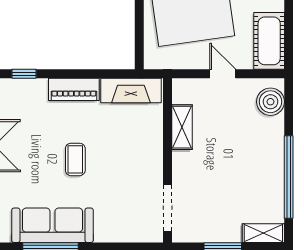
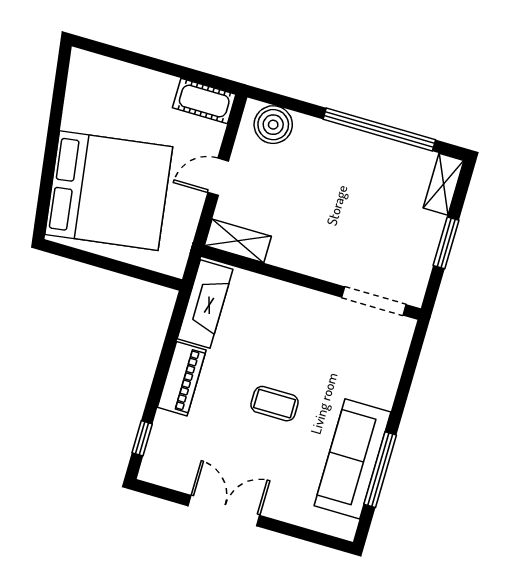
cot: (269, 41) -> (204, 101), width x0.73, depth x0.75
shelving: (182, 127) -> (238, 241), moved

